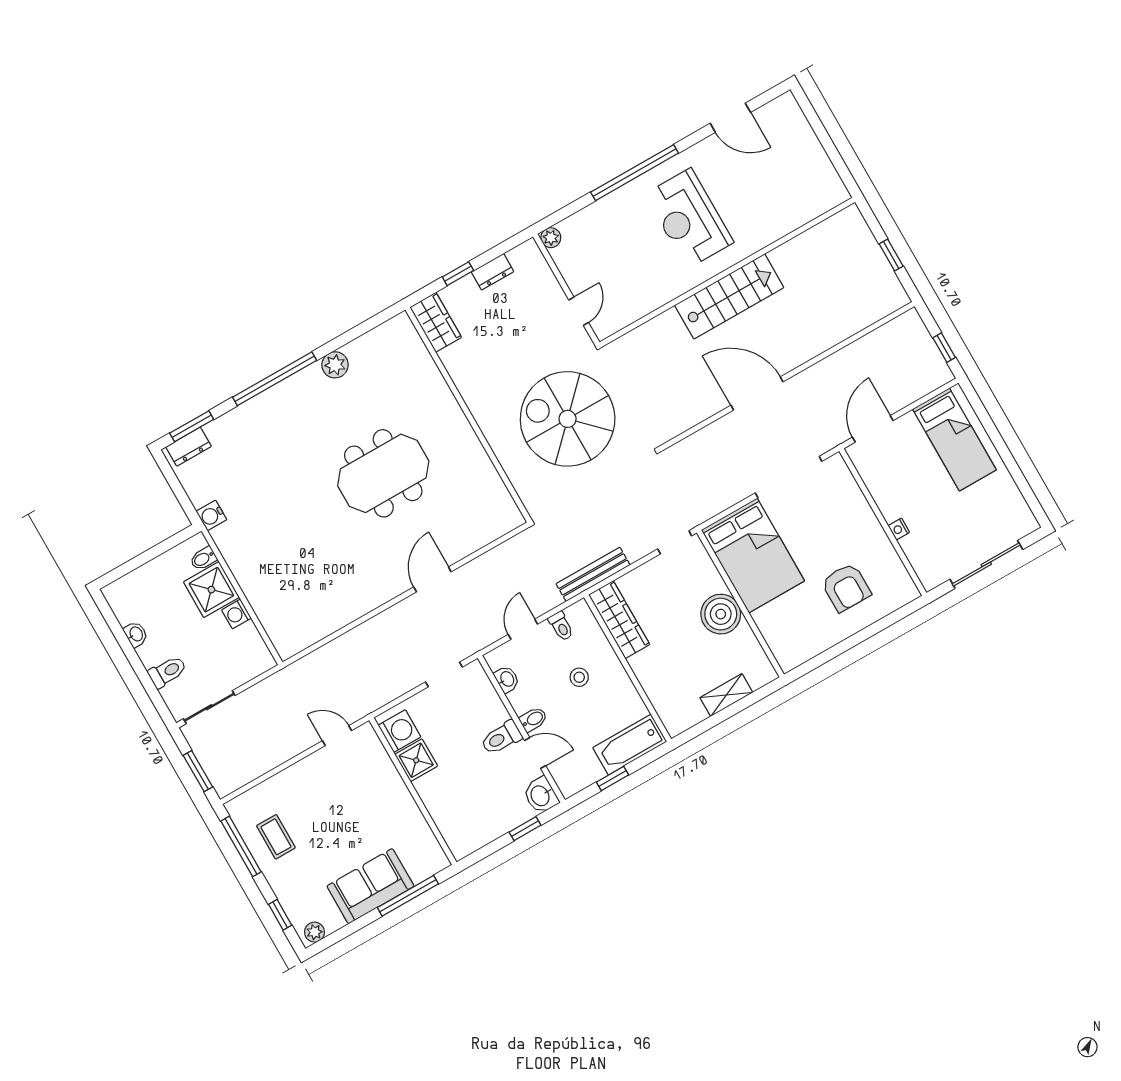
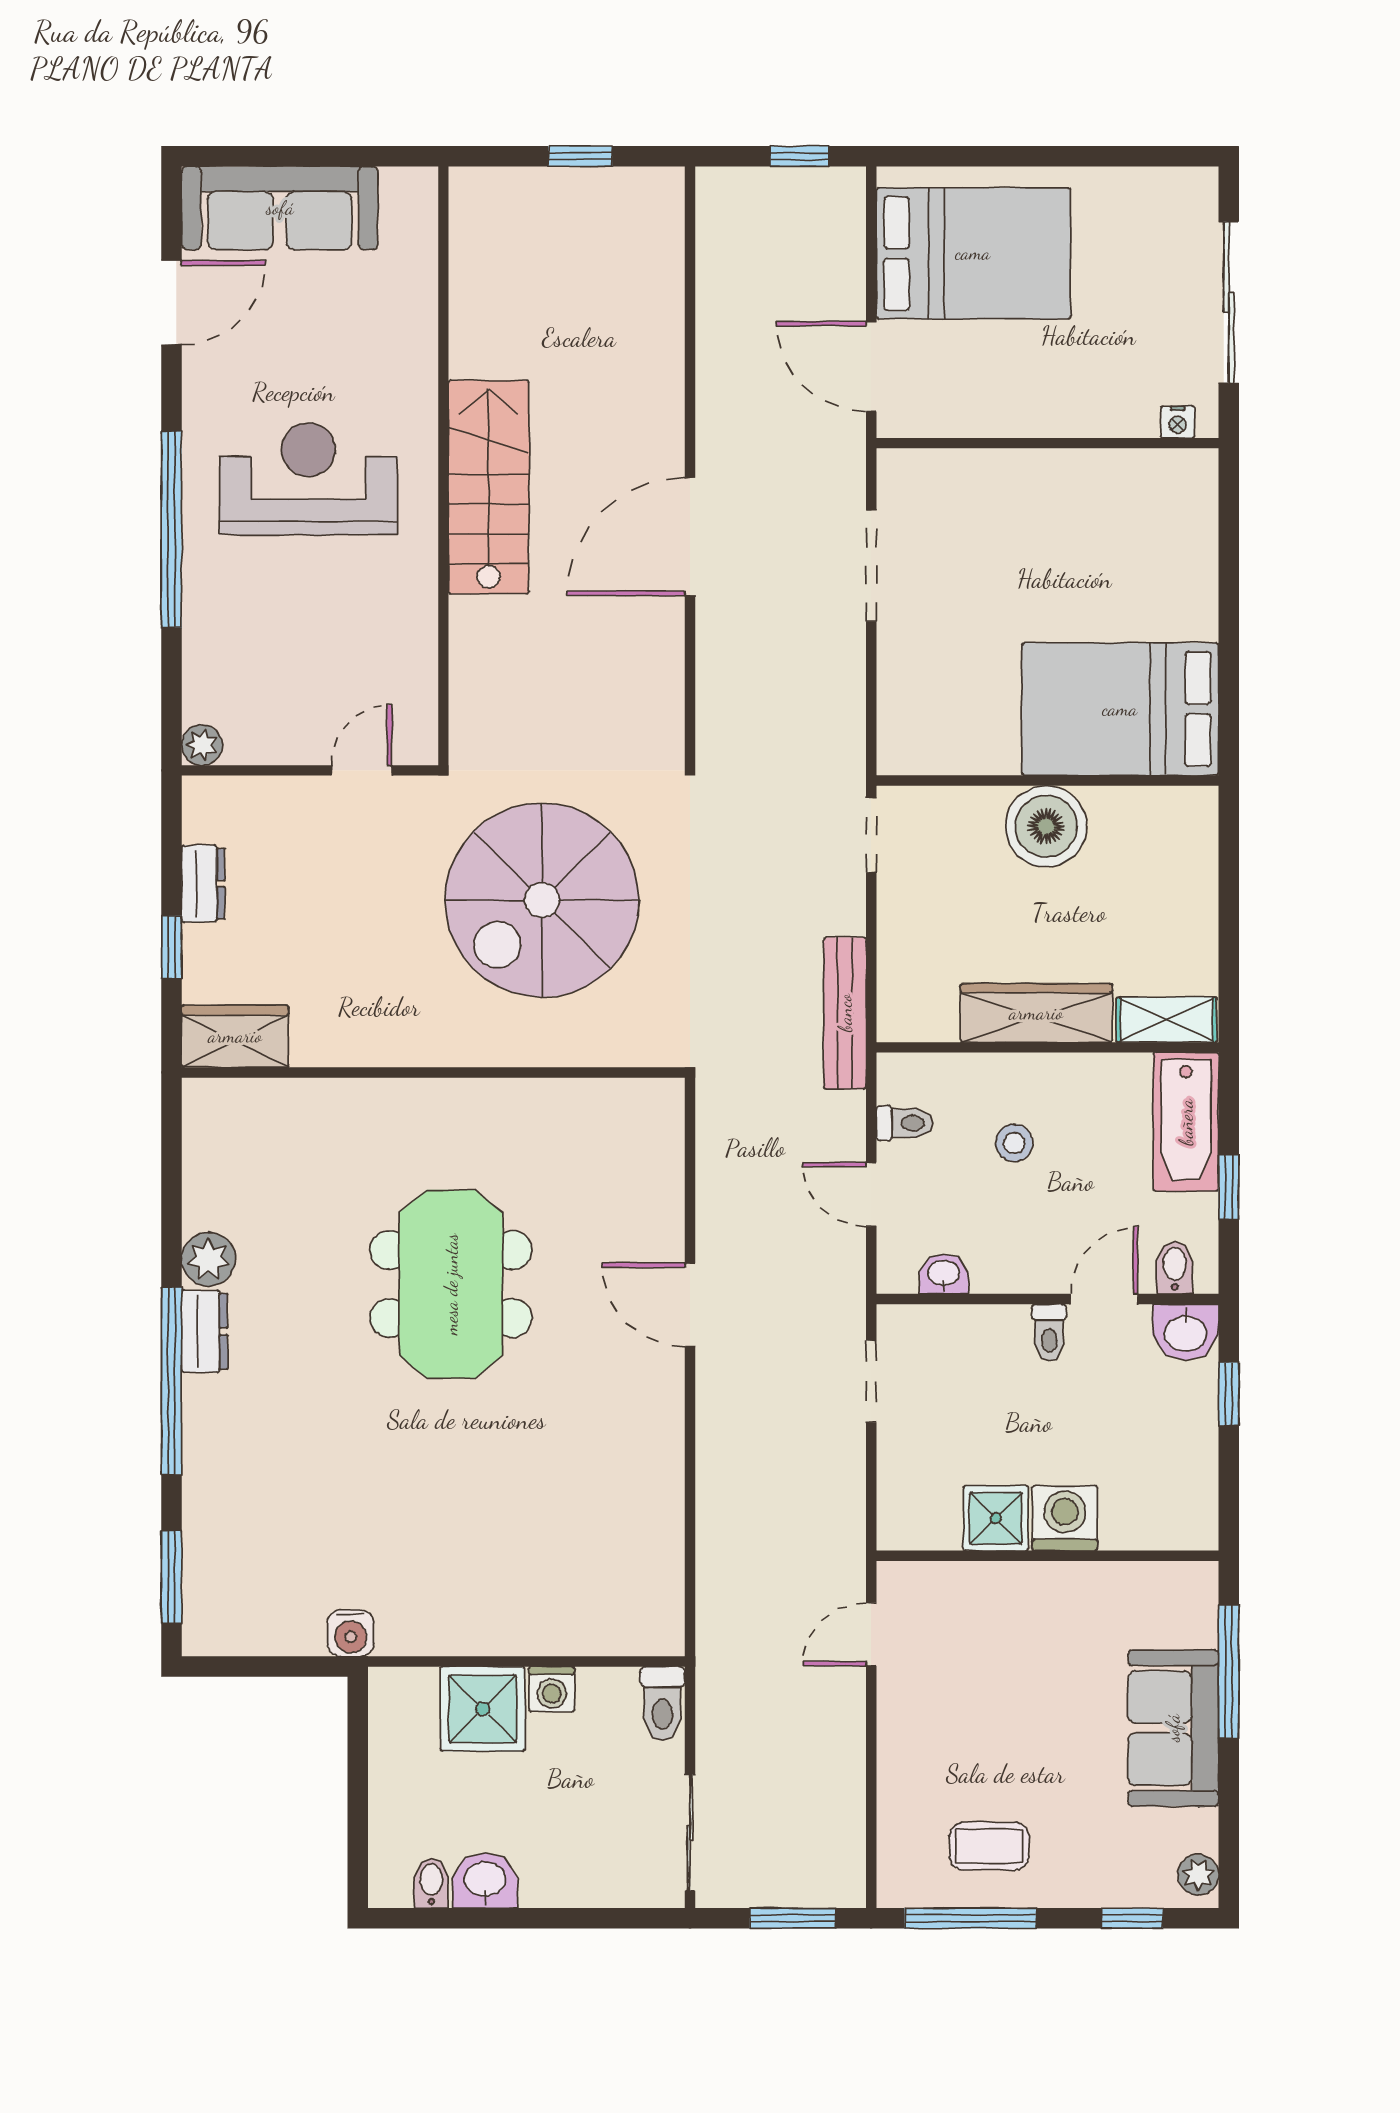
sofa: (797, 141) -> (280, 208), added
reception desk: (689, 218) -> (308, 479), turned 180
door: (579, 311) -> (362, 770), hinge flipped
bed: (954, 439) -> (973, 253), width x1.50
dresser: (189, 447) -> (205, 1331), moved
doorway: (789, 477) -> (871, 566), width x0.73
nightstand: (899, 529) -> (1178, 422), moved
bed: (753, 555) -> (1120, 709), moved, turned 180
bidet: (203, 559) -> (431, 1883), moved, turned 180
armchair: (846, 587) -> (1127, 576), removed
wardrobe: (619, 620) -> (1036, 1013), moved
washbasin: (136, 634) -> (485, 1881), width x1.38, depth x1.45
toilet: (167, 672) -> (662, 1704), moved, turned 180
shelving: (726, 695) -> (1167, 1020), moved, turned 90
bidet: (533, 719) -> (1175, 1268), moved
washing machine: (399, 731) -> (1065, 1518), moved
toilet: (501, 738) -> (1049, 1332), width x0.73, depth x0.72

